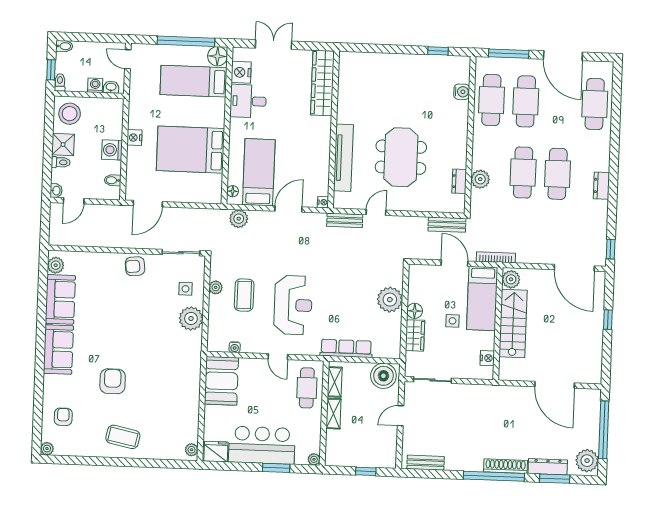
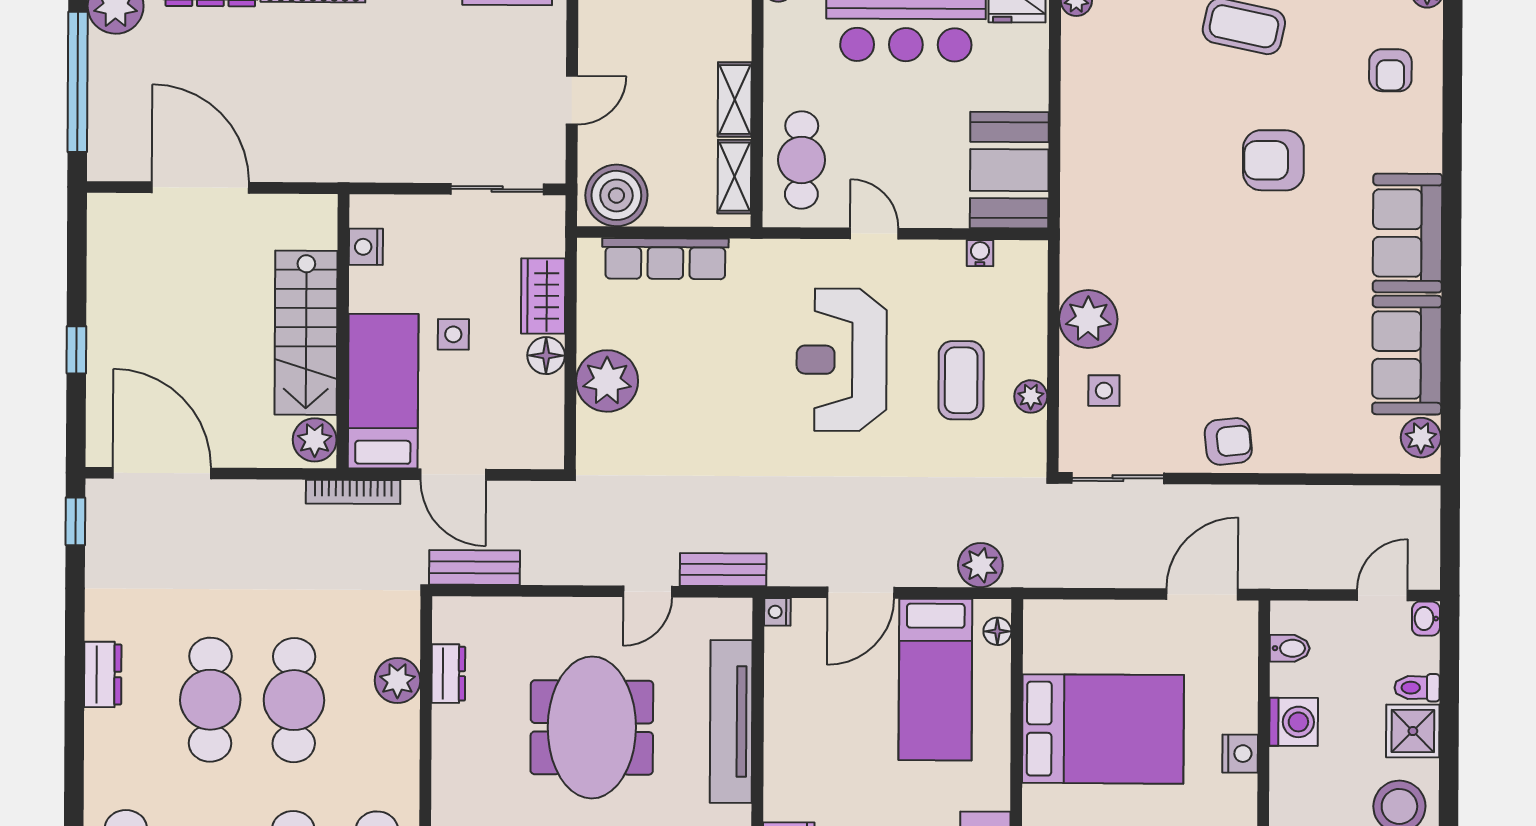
row of seats: (346, 348) -> (665, 259), moved
armchair: (113, 381) -> (1273, 160), turned 90

